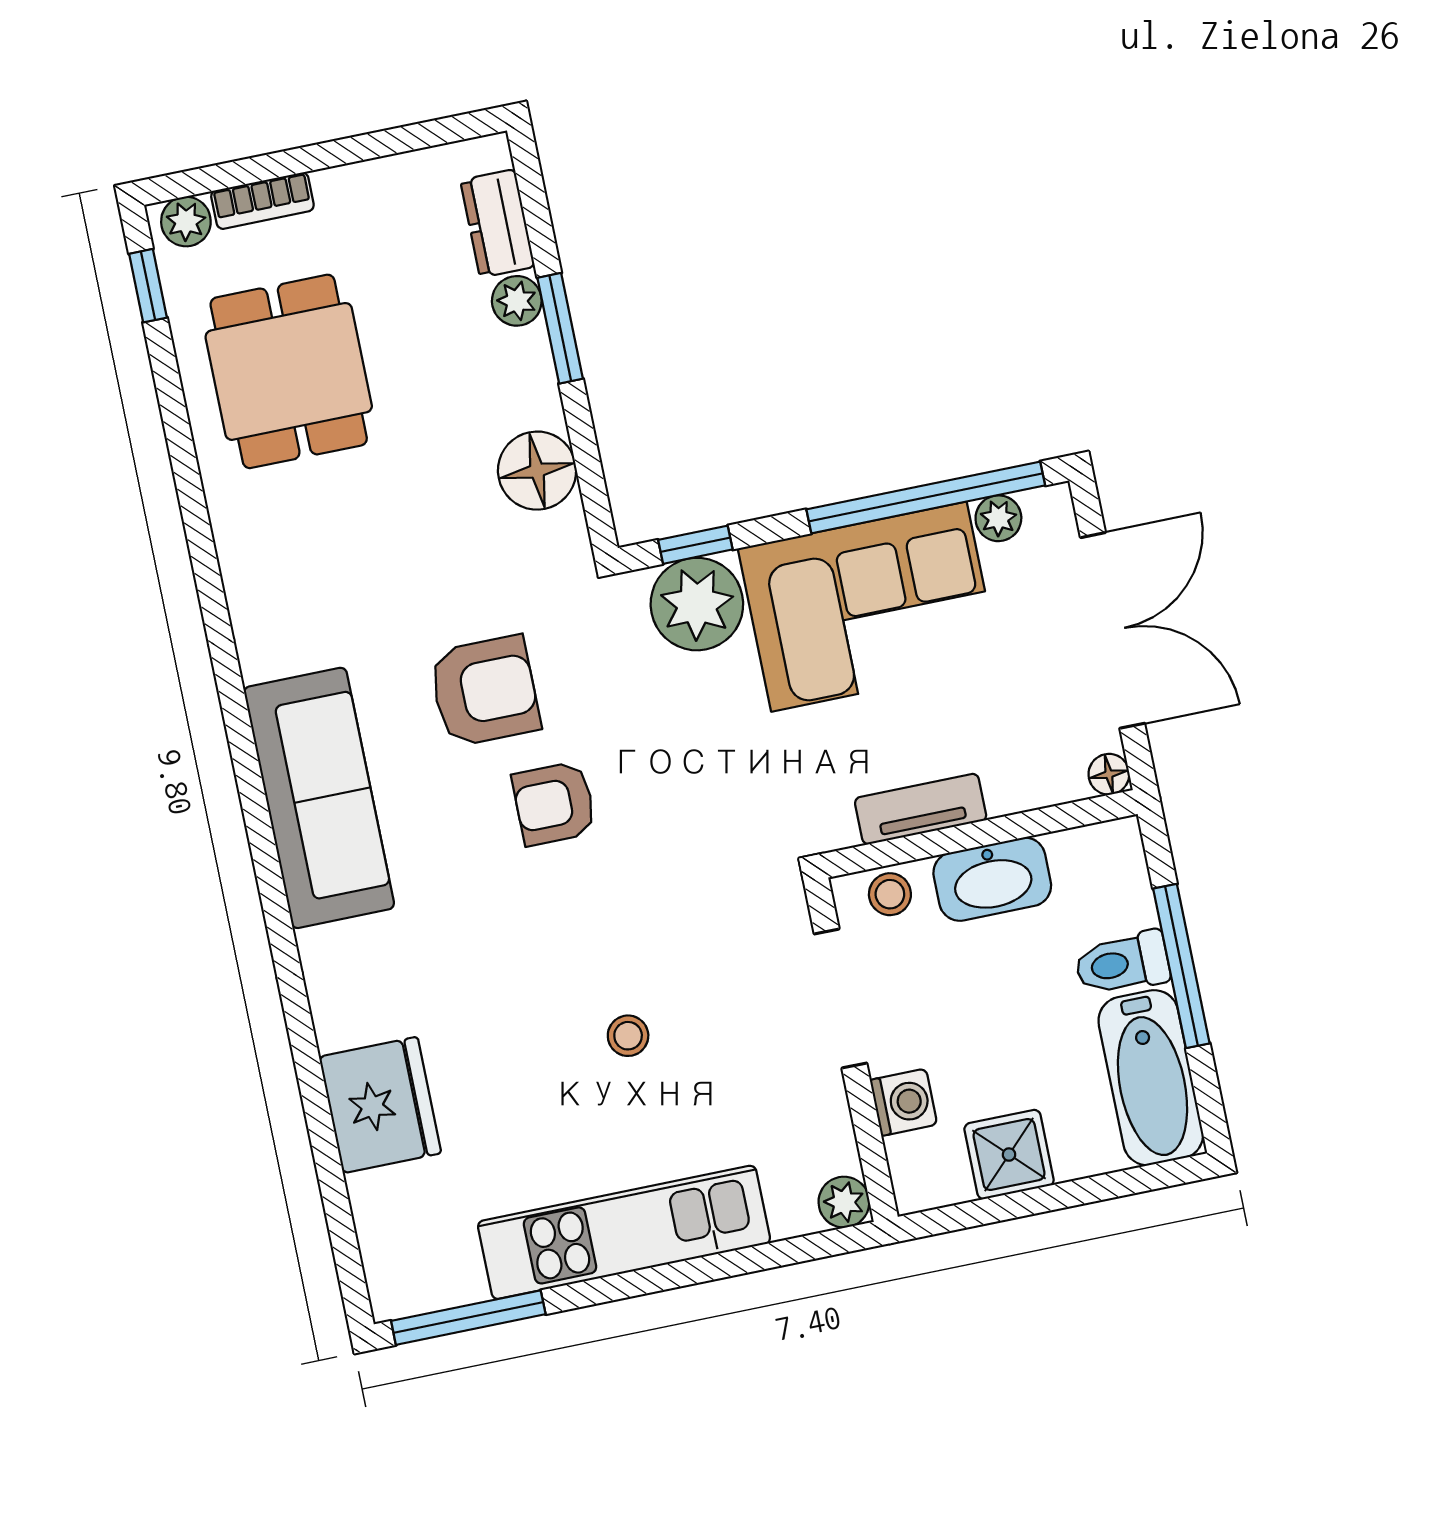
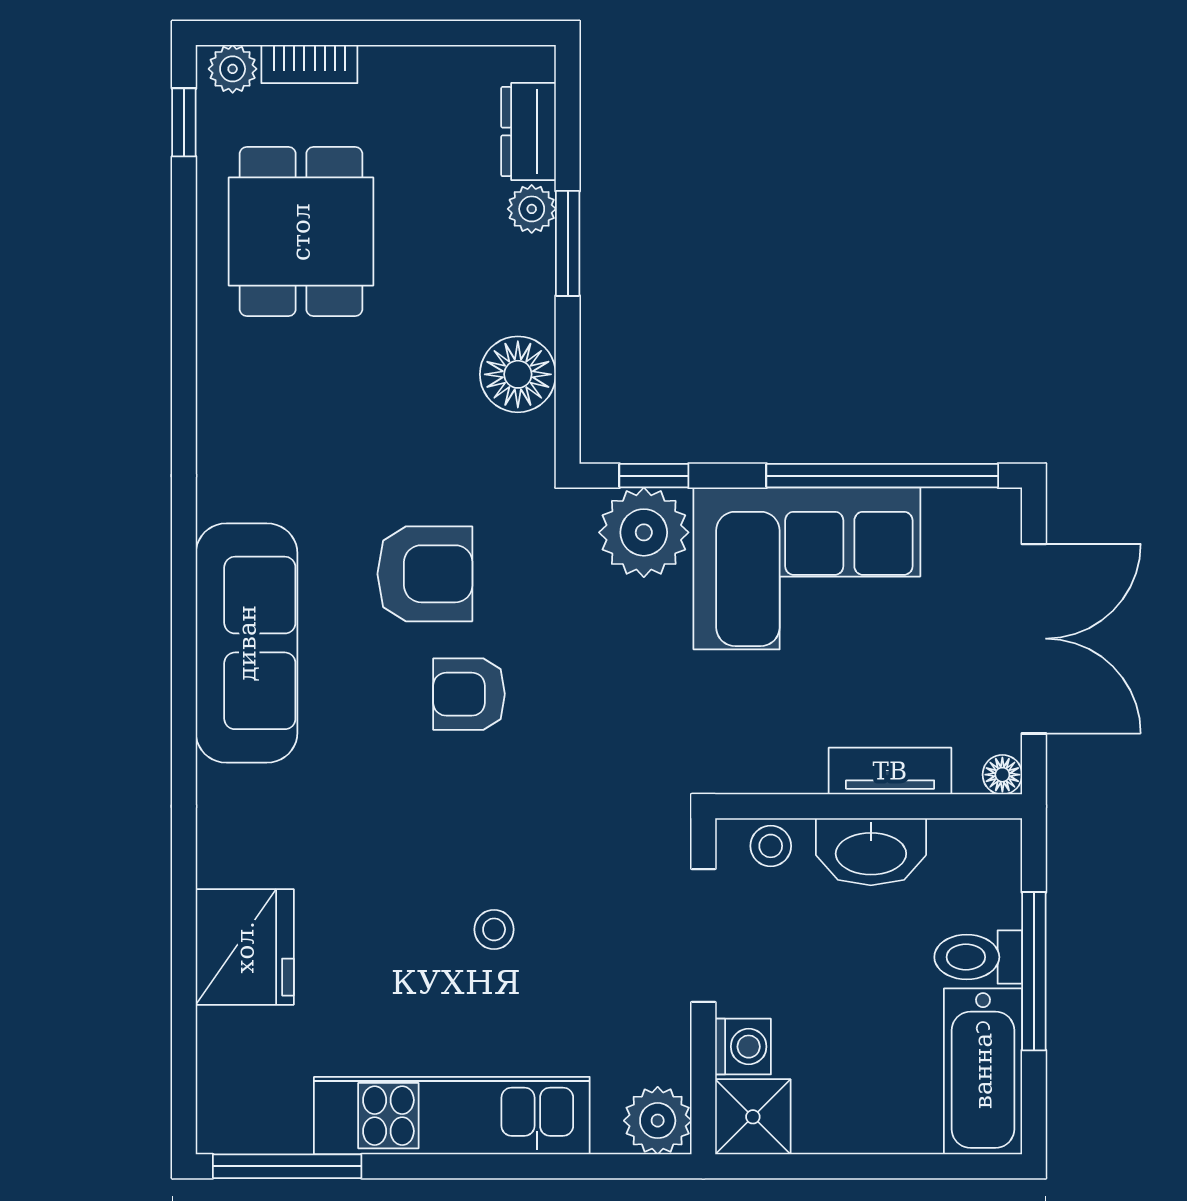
plant: (998, 518) -> (947, 510), removed
tv unit: (921, 809) -> (890, 771), moved
shower: (1009, 1155) -> (753, 1117), moved
plant: (844, 1202) -> (658, 1121), width x1.38, depth x1.38

